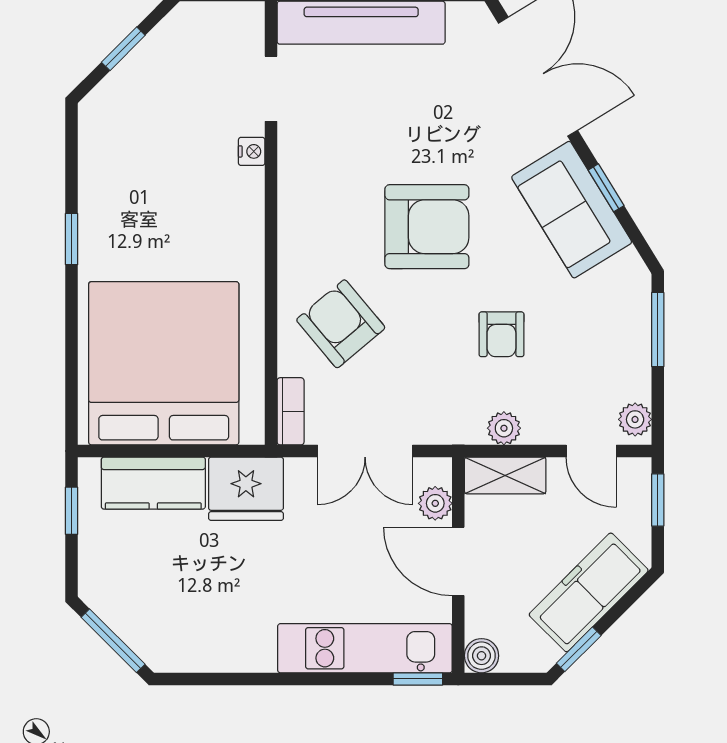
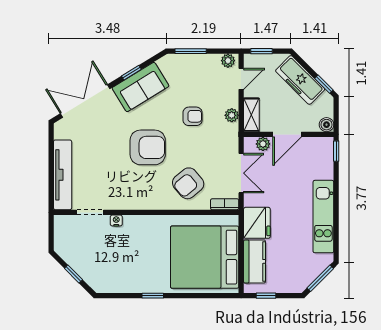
armchair: (427, 227) -> (148, 147), turned 90
kitchen unit: (365, 648) -> (323, 217), moved

